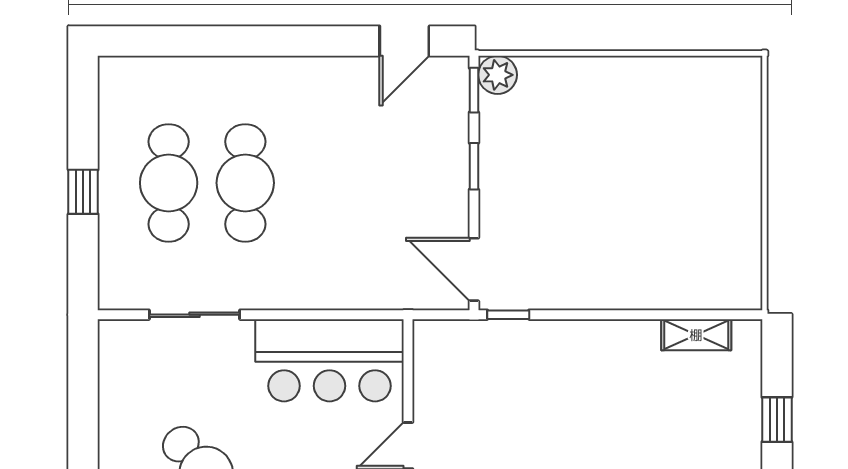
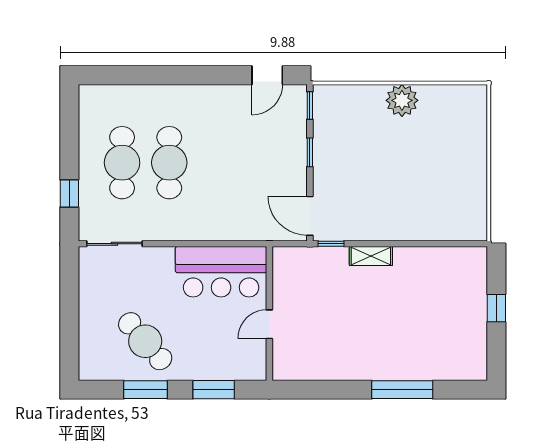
plant: (498, 75) -> (402, 100), moved, width x1.36, depth x1.36
window: (83, 192) -> (69, 193), moved
sliding door: (194, 315) -> (115, 244), moved
shelving: (696, 335) -> (371, 256), moved

